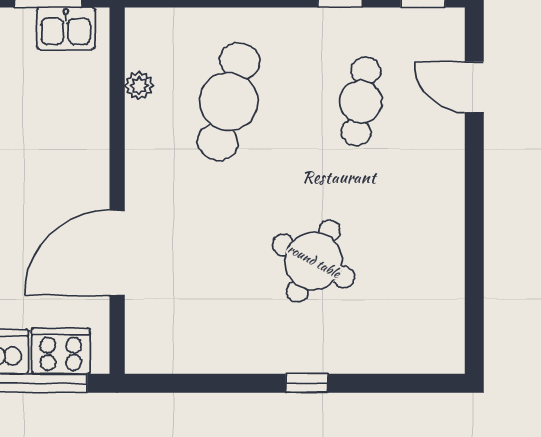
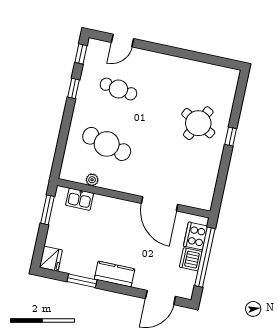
kitchen sink: (66, 28) -> (80, 199), moved, turned 90
round table: (314, 261) -> (198, 123), moved

